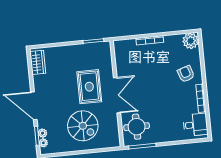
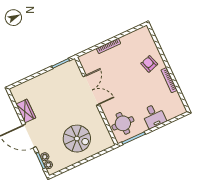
plant: (191, 41) -> (143, 34), removed
wardrobe: (38, 62) -> (26, 111), moved
rug: (89, 87) -> (71, 103), removed
double door: (117, 95) -> (91, 90), moved
desk: (195, 125) -> (154, 116), moved, turned 90

